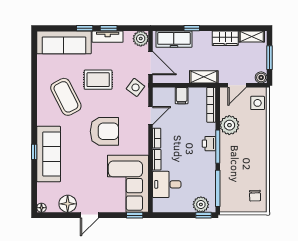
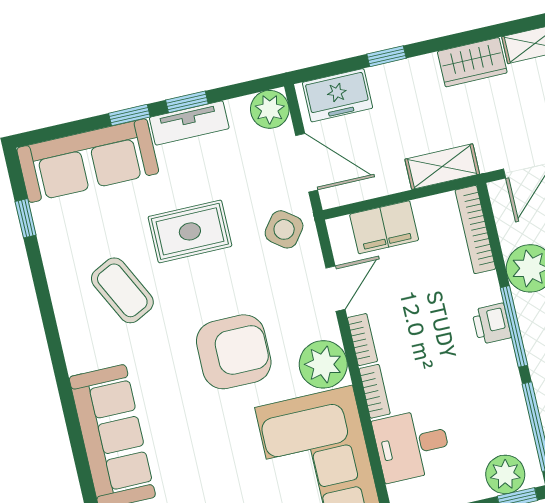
freezer: (174, 39) -> (337, 95), width x0.71
filing cabinet: (182, 96) -> (384, 227), width x2.00
coffee table: (66, 97) -> (122, 290), width x0.73, depth x0.76
plant: (139, 144) -> (323, 364), added
window: (34, 152) -> (26, 218), moved

